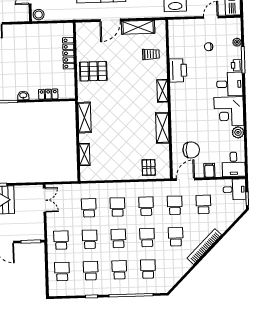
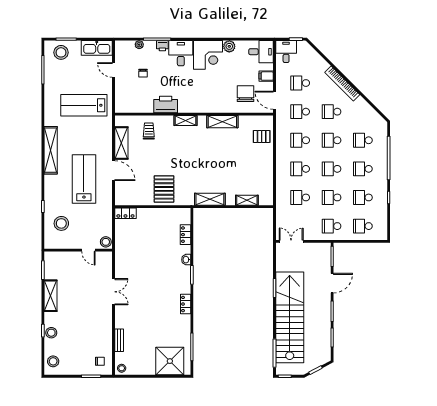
locker: (68, 53) -> (125, 213), moved, width x0.66

